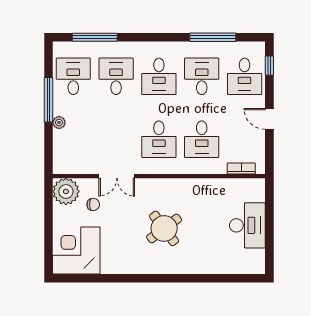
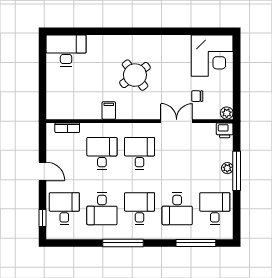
window: (213, 37) -> (123, 243), moved
desk: (73, 76) -> (215, 209), turned 180
window: (48, 100) -> (237, 171), moved
printer: (62, 166) -> (225, 130), added
filing cabinet: (194, 188) -> (109, 111), added
plant: (66, 191) -> (227, 113), width x0.53, depth x0.53
desk: (247, 225) -> (66, 51), moved, turned 90

